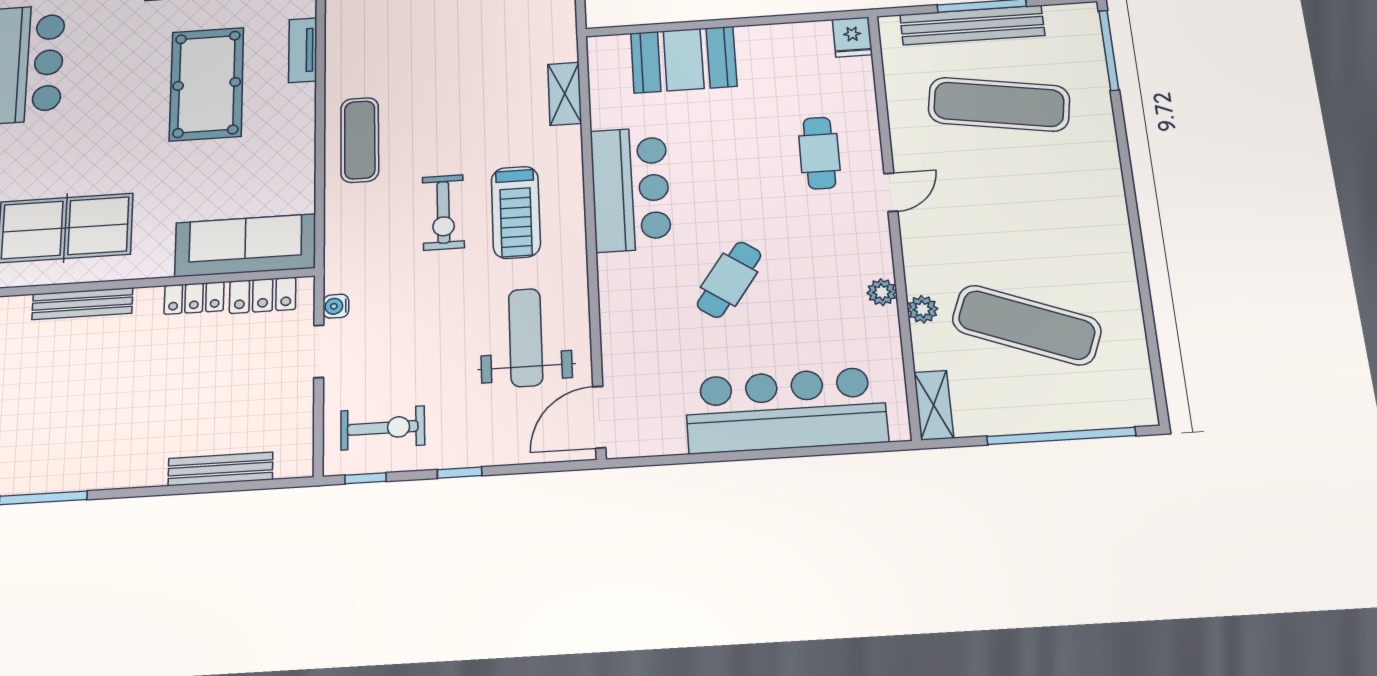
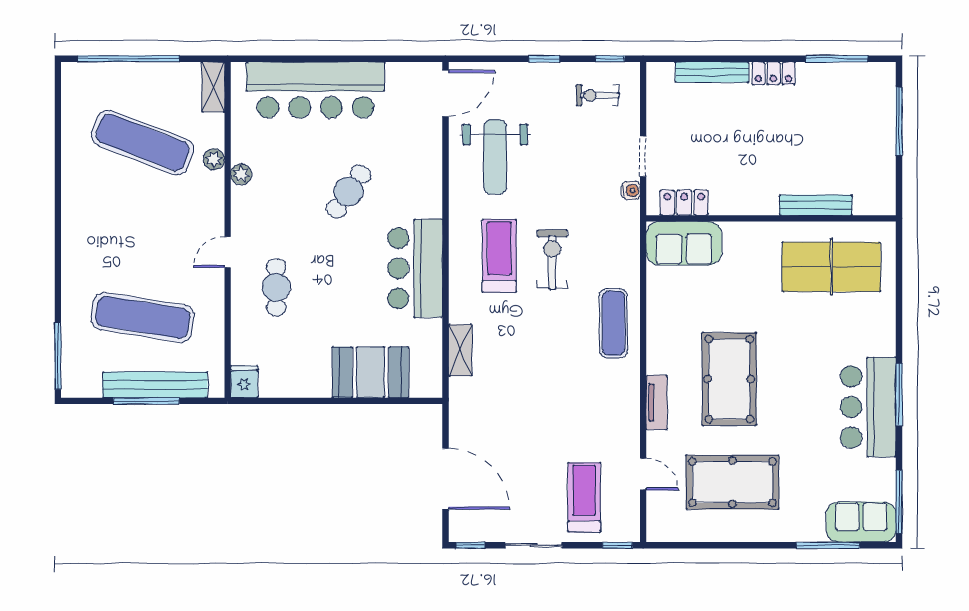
sofa: (245, 245) -> (684, 243), width x0.73
locker: (194, 298) -> (773, 73), moved, turned 180
exercise bike: (383, 428) -> (598, 95), width x0.73, depth x0.72

